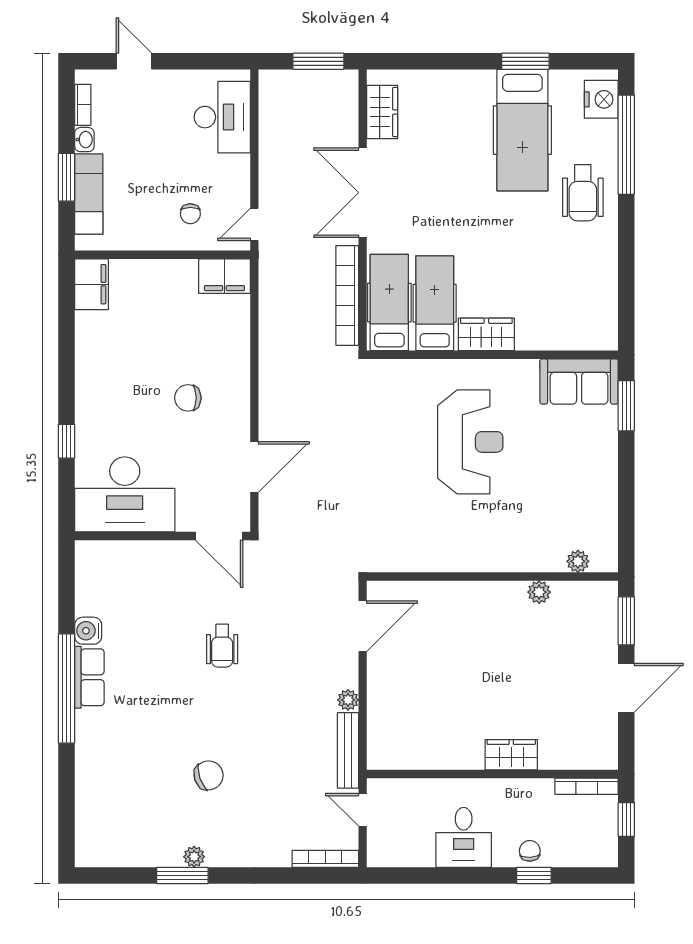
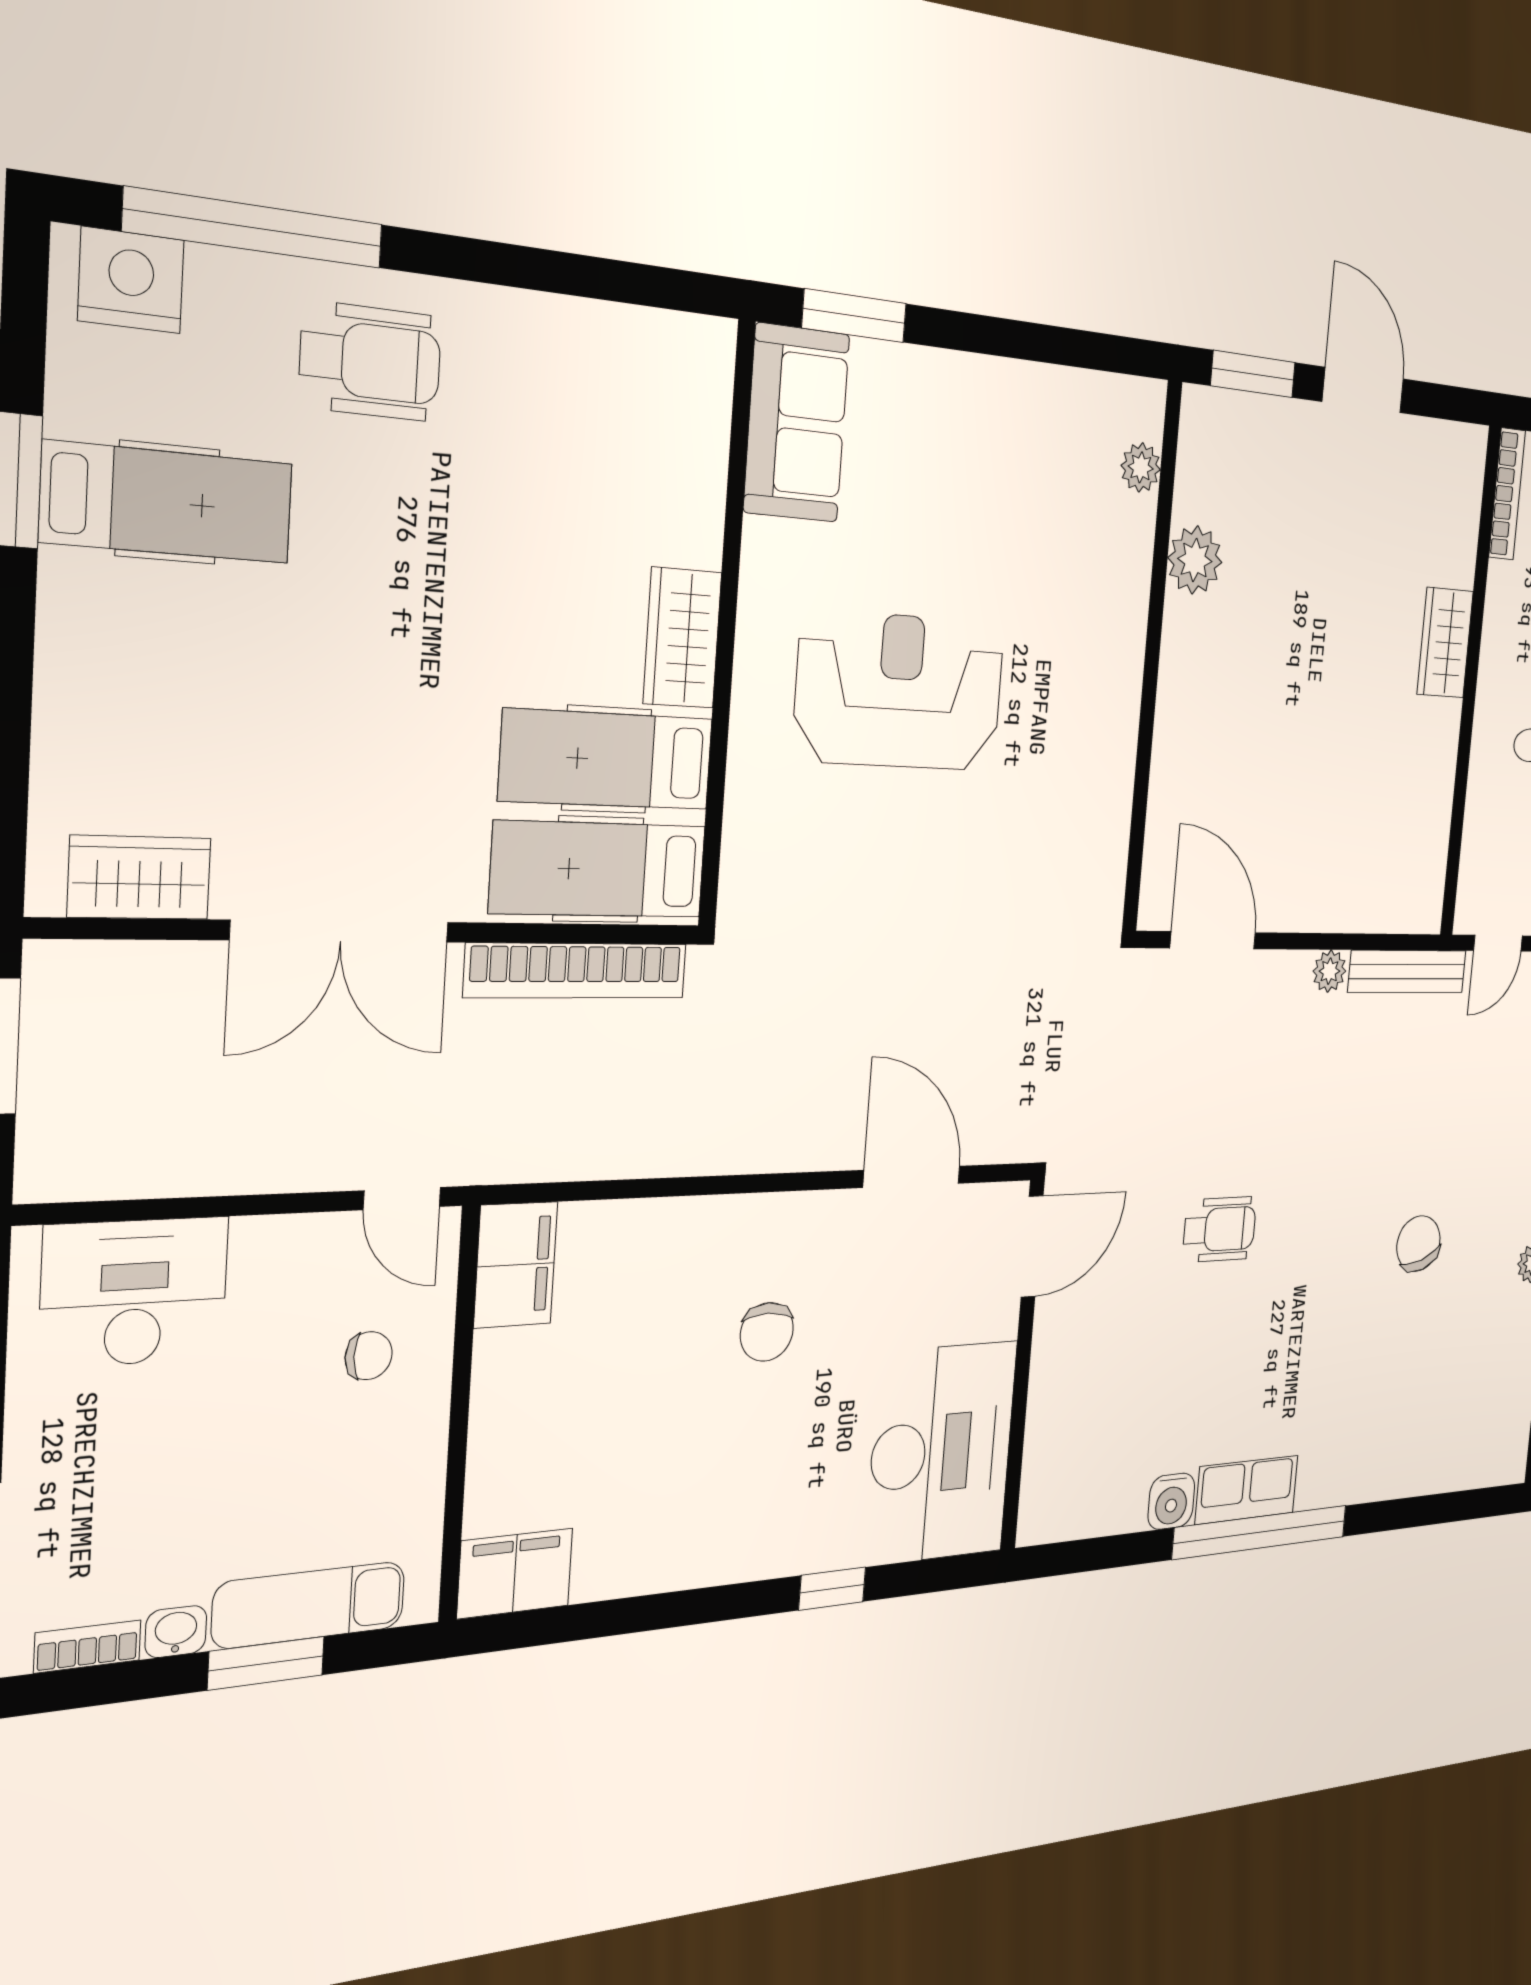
hospital bed: (522, 130) -> (168, 503), width x0.73, depth x0.78
plant: (539, 592) -> (1195, 560), width x1.38, depth x1.38

